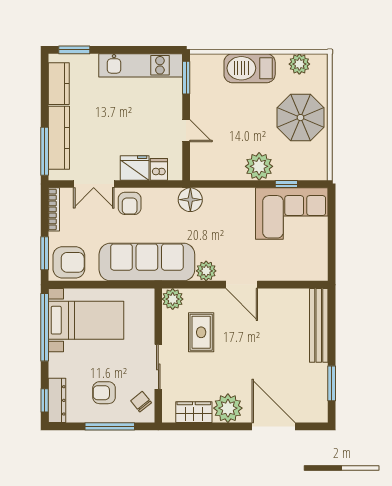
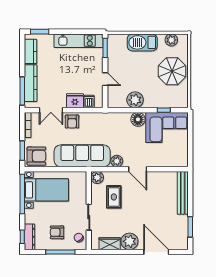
plant: (259, 166) -> (135, 100), moved
floor lamp: (190, 200) -> (138, 119), moved

